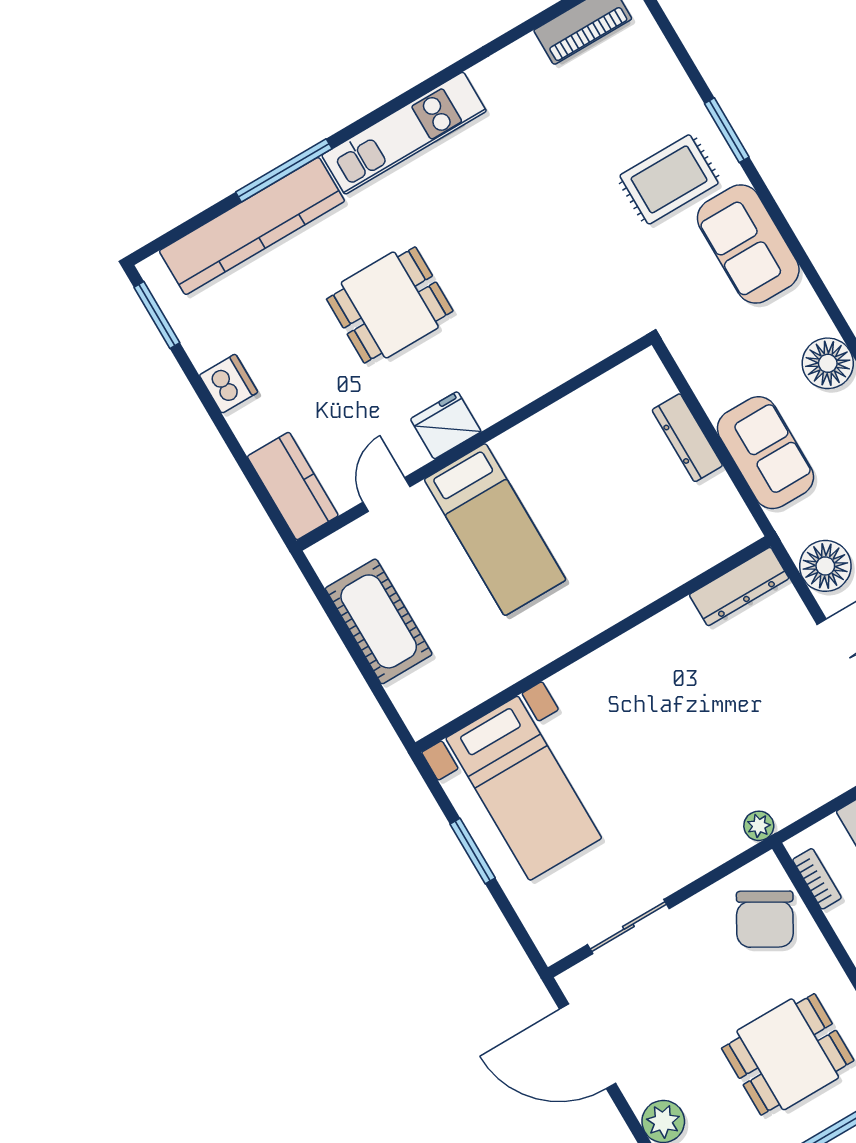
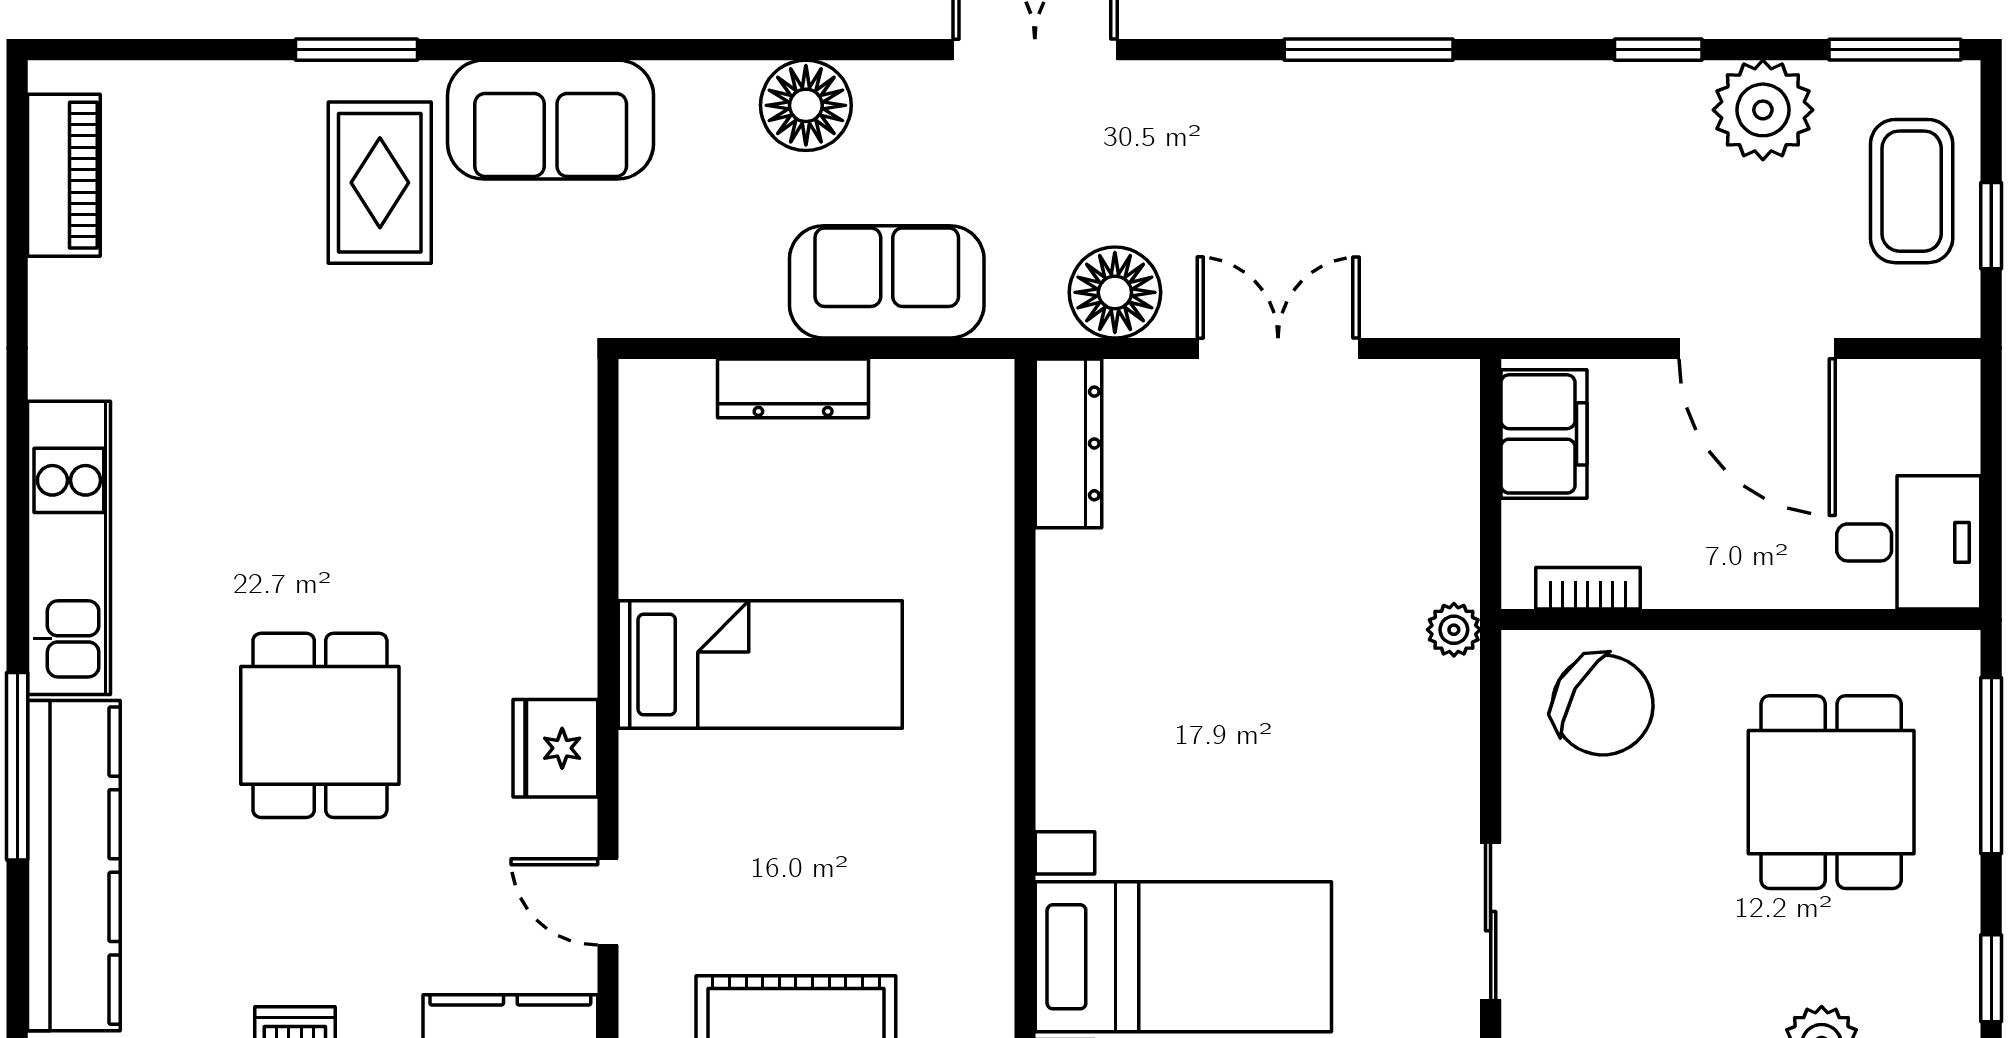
bed: (495, 530) -> (760, 665), moved

